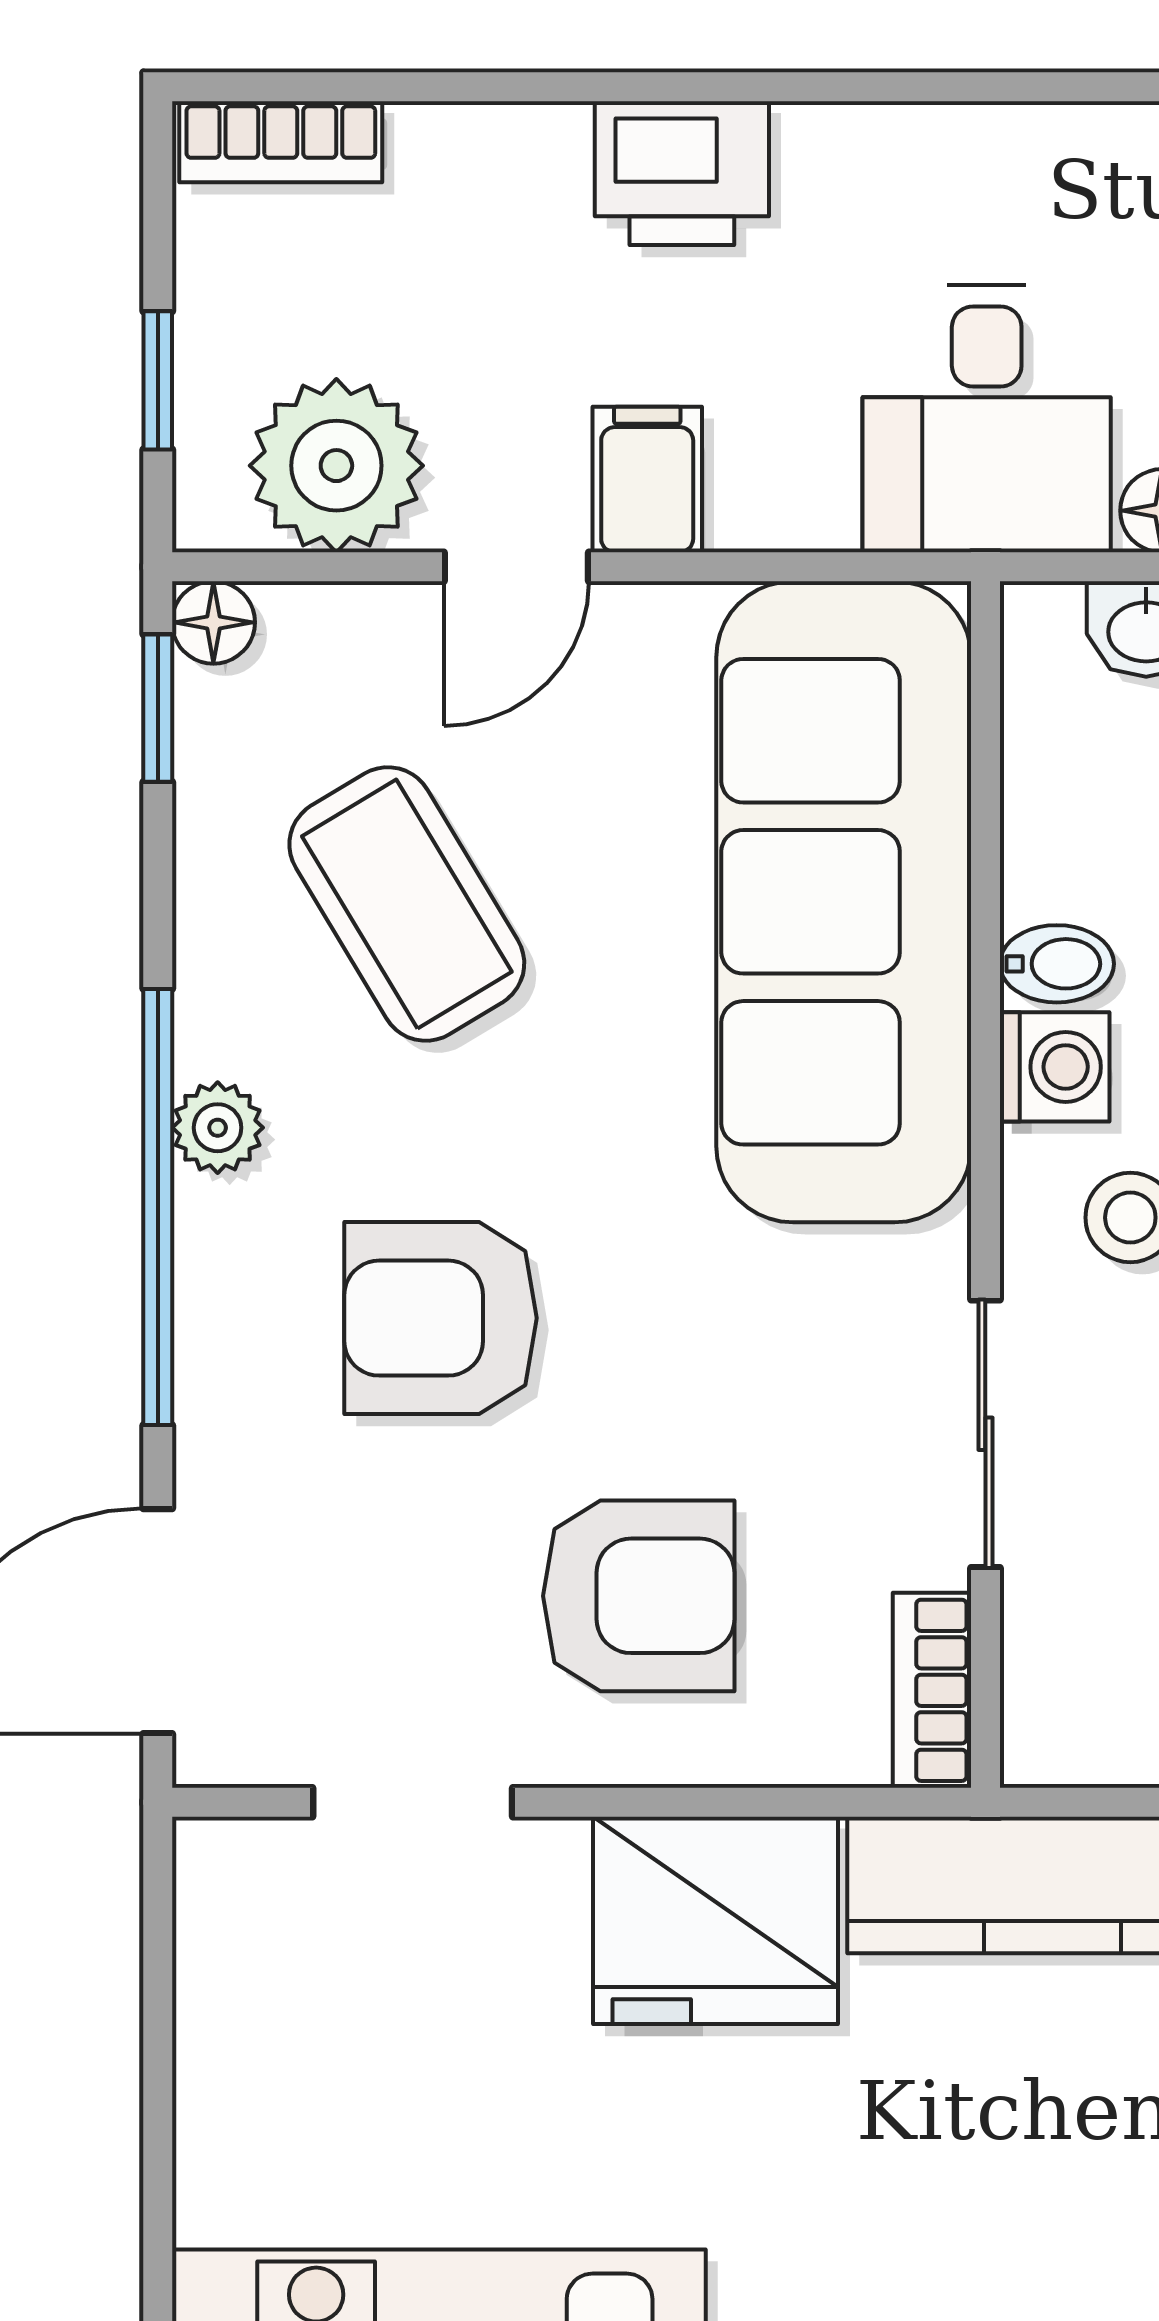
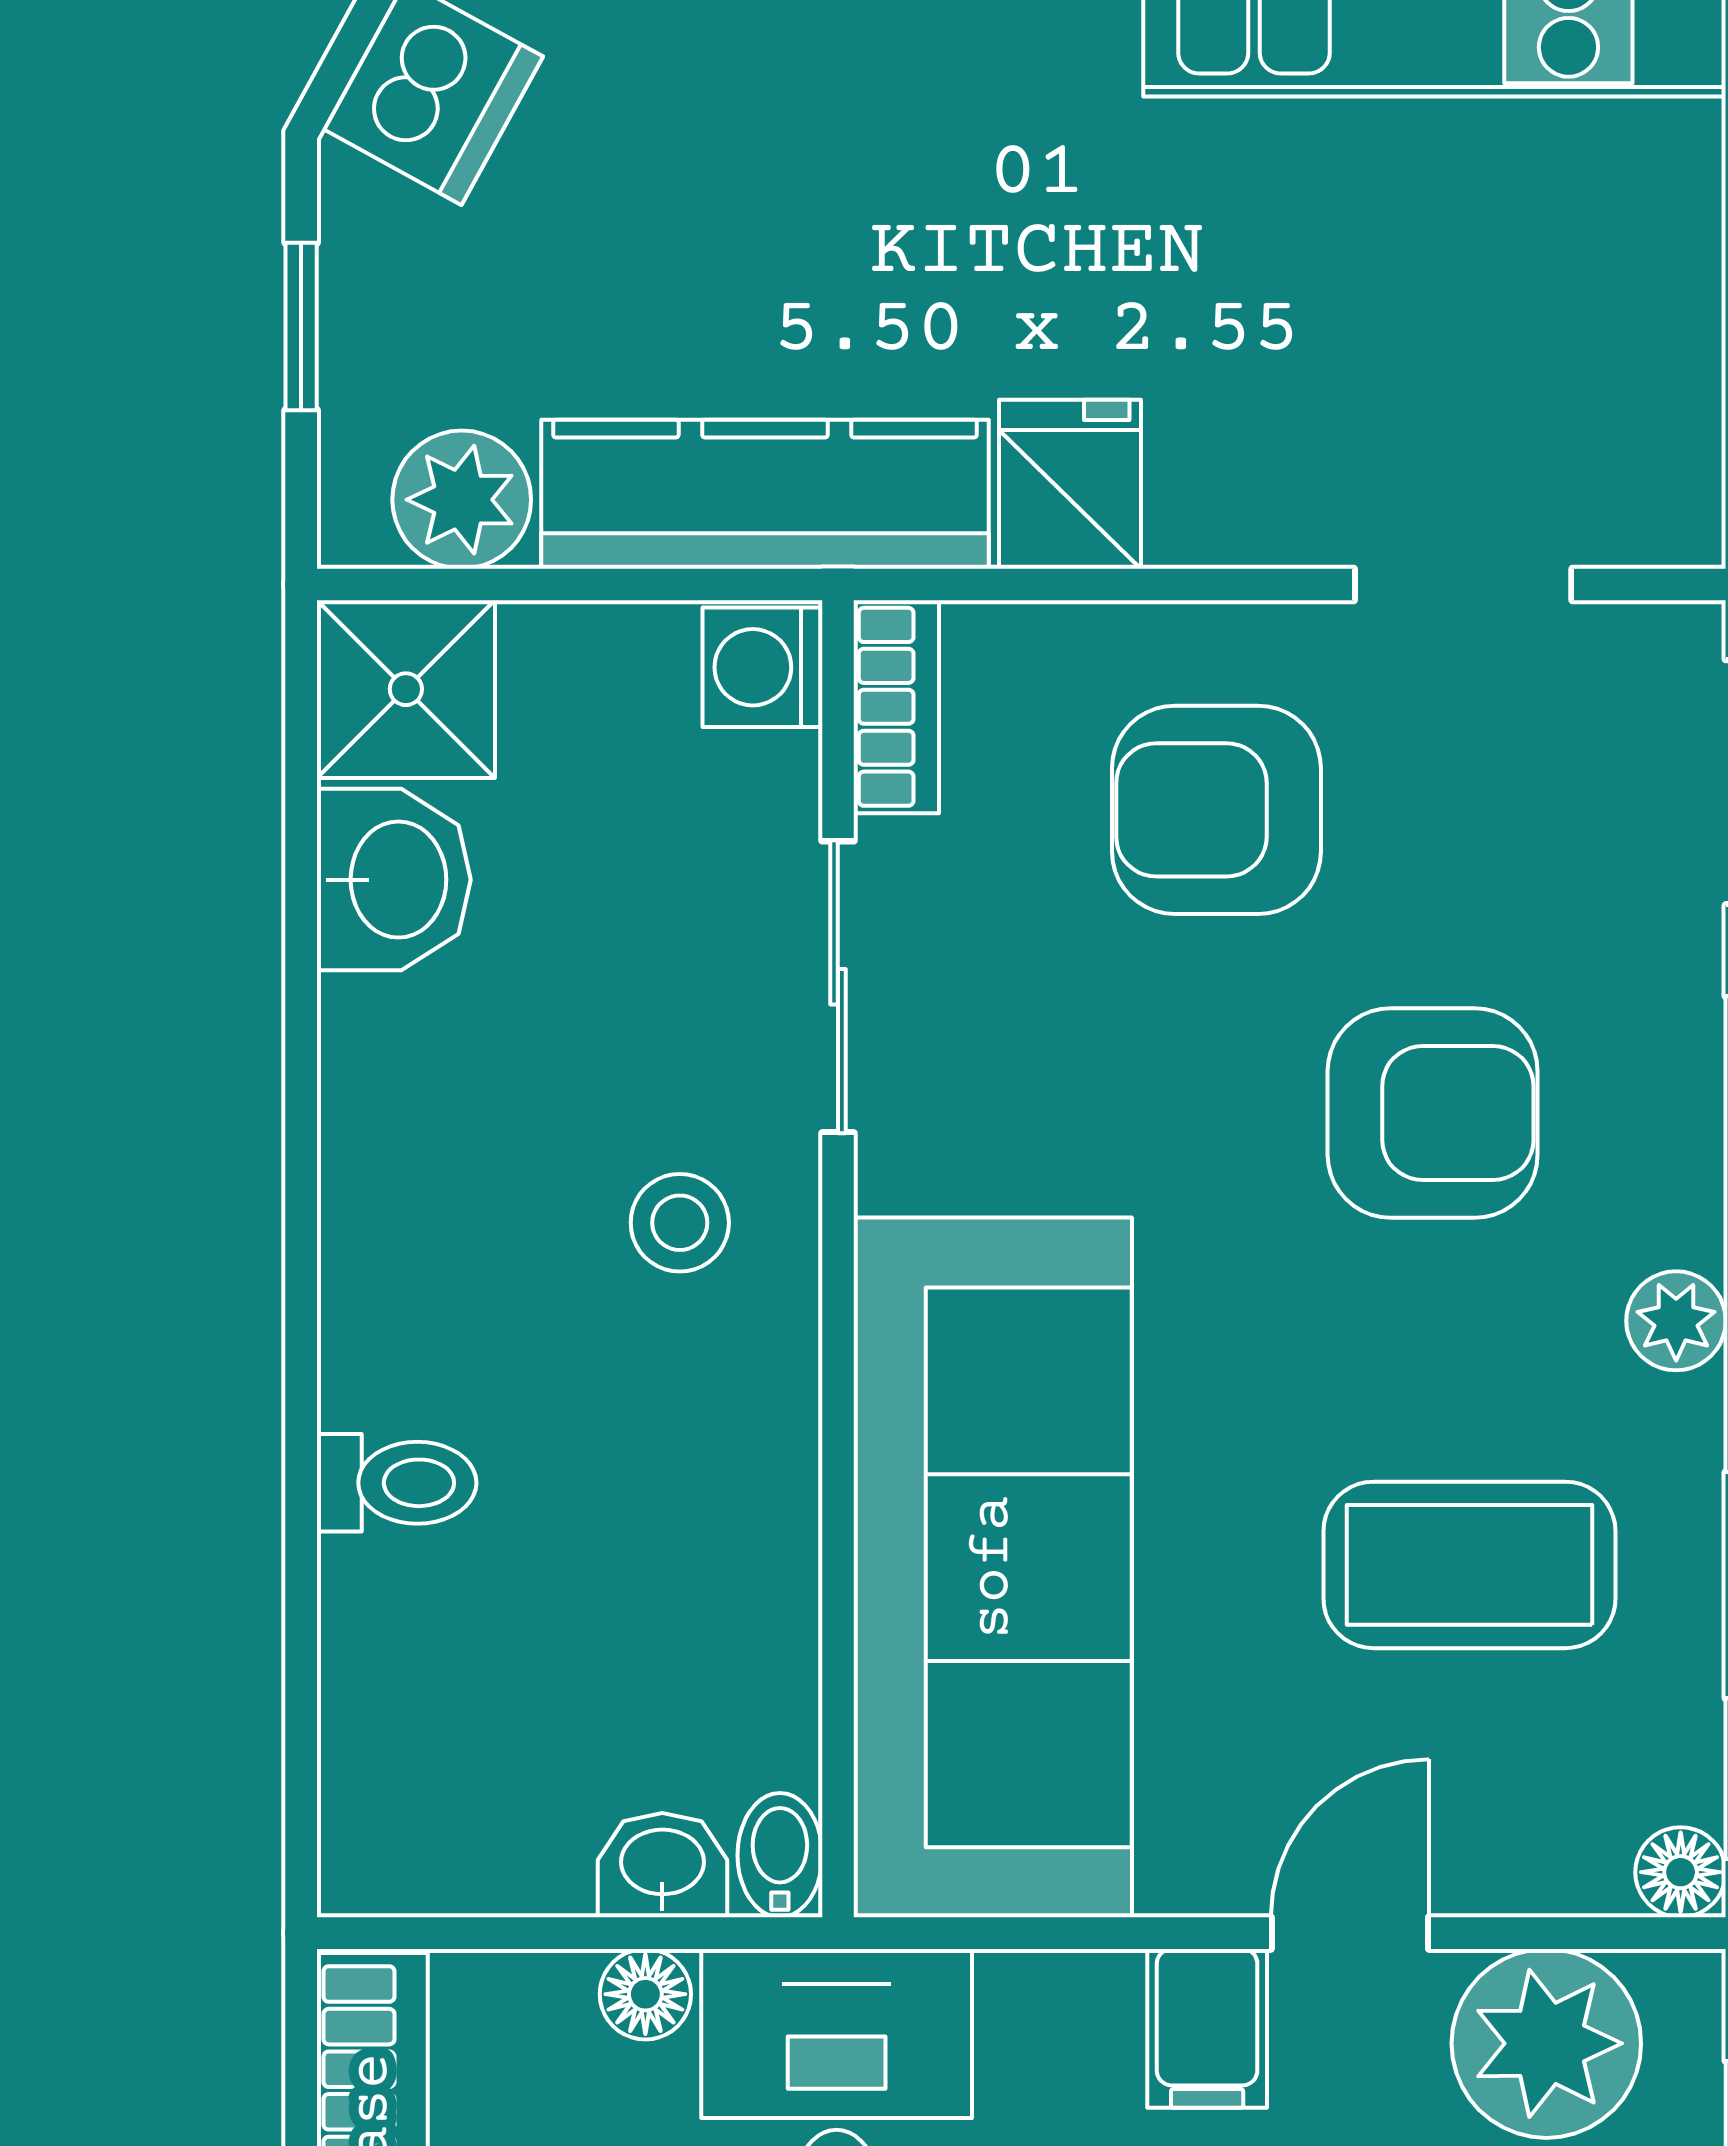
coffee table: (407, 904) -> (1469, 1565), turned -59
bidet: (1057, 964) -> (780, 1855), moved, turned 90
washing machine: (1055, 1067) -> (762, 667), moved
fridge: (715, 1920) -> (1070, 484), width x0.53, depth x0.75

